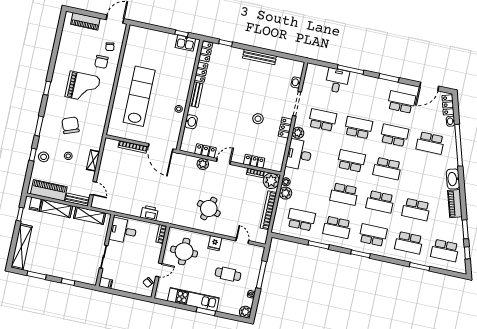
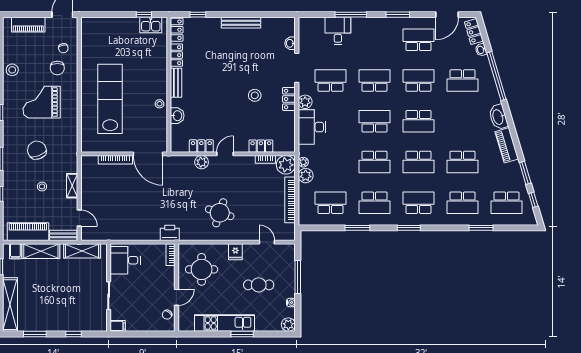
grand piano: (83, 87) -> (42, 102), turned 180
stool: (44, 157) -> (12, 70), moved
printer: (149, 213) -> (170, 233), moved

